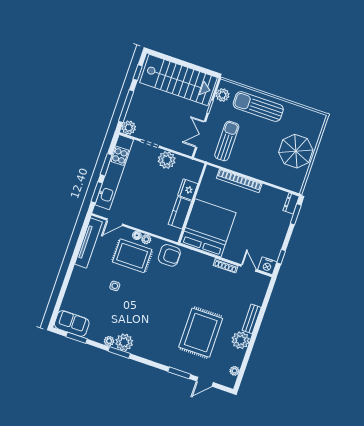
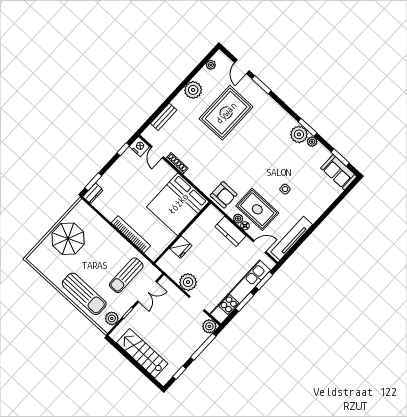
stairs: (178, 80) -> (142, 353), width x0.73, depth x0.66
kitchen counter: (180, 213) -> (230, 231), moved, turned 90
armchair: (169, 255) -> (224, 195), turned 180
bench: (252, 319) -> (164, 117), moved
door: (205, 382) -> (242, 67), swing flipped

